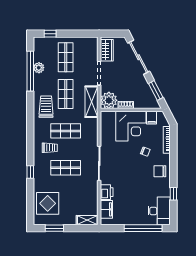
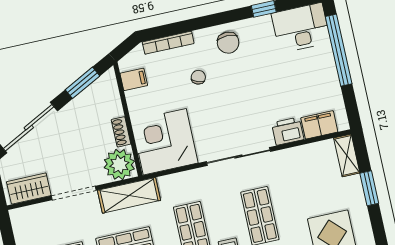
corner desk: (131, 126) -> (165, 142), moved, turned -90
window: (54, 228) -> (369, 188), moved

